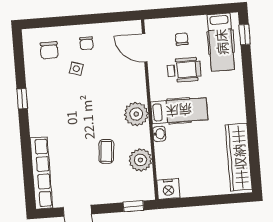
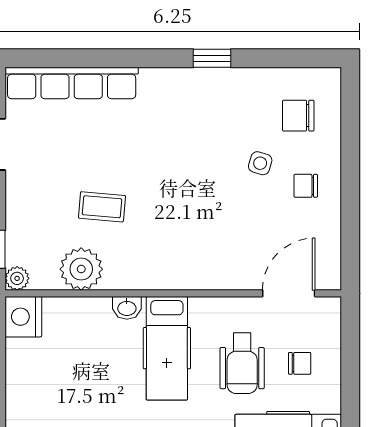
plant: (136, 114) -> (17, 278), moved, width x0.53, depth x0.53

